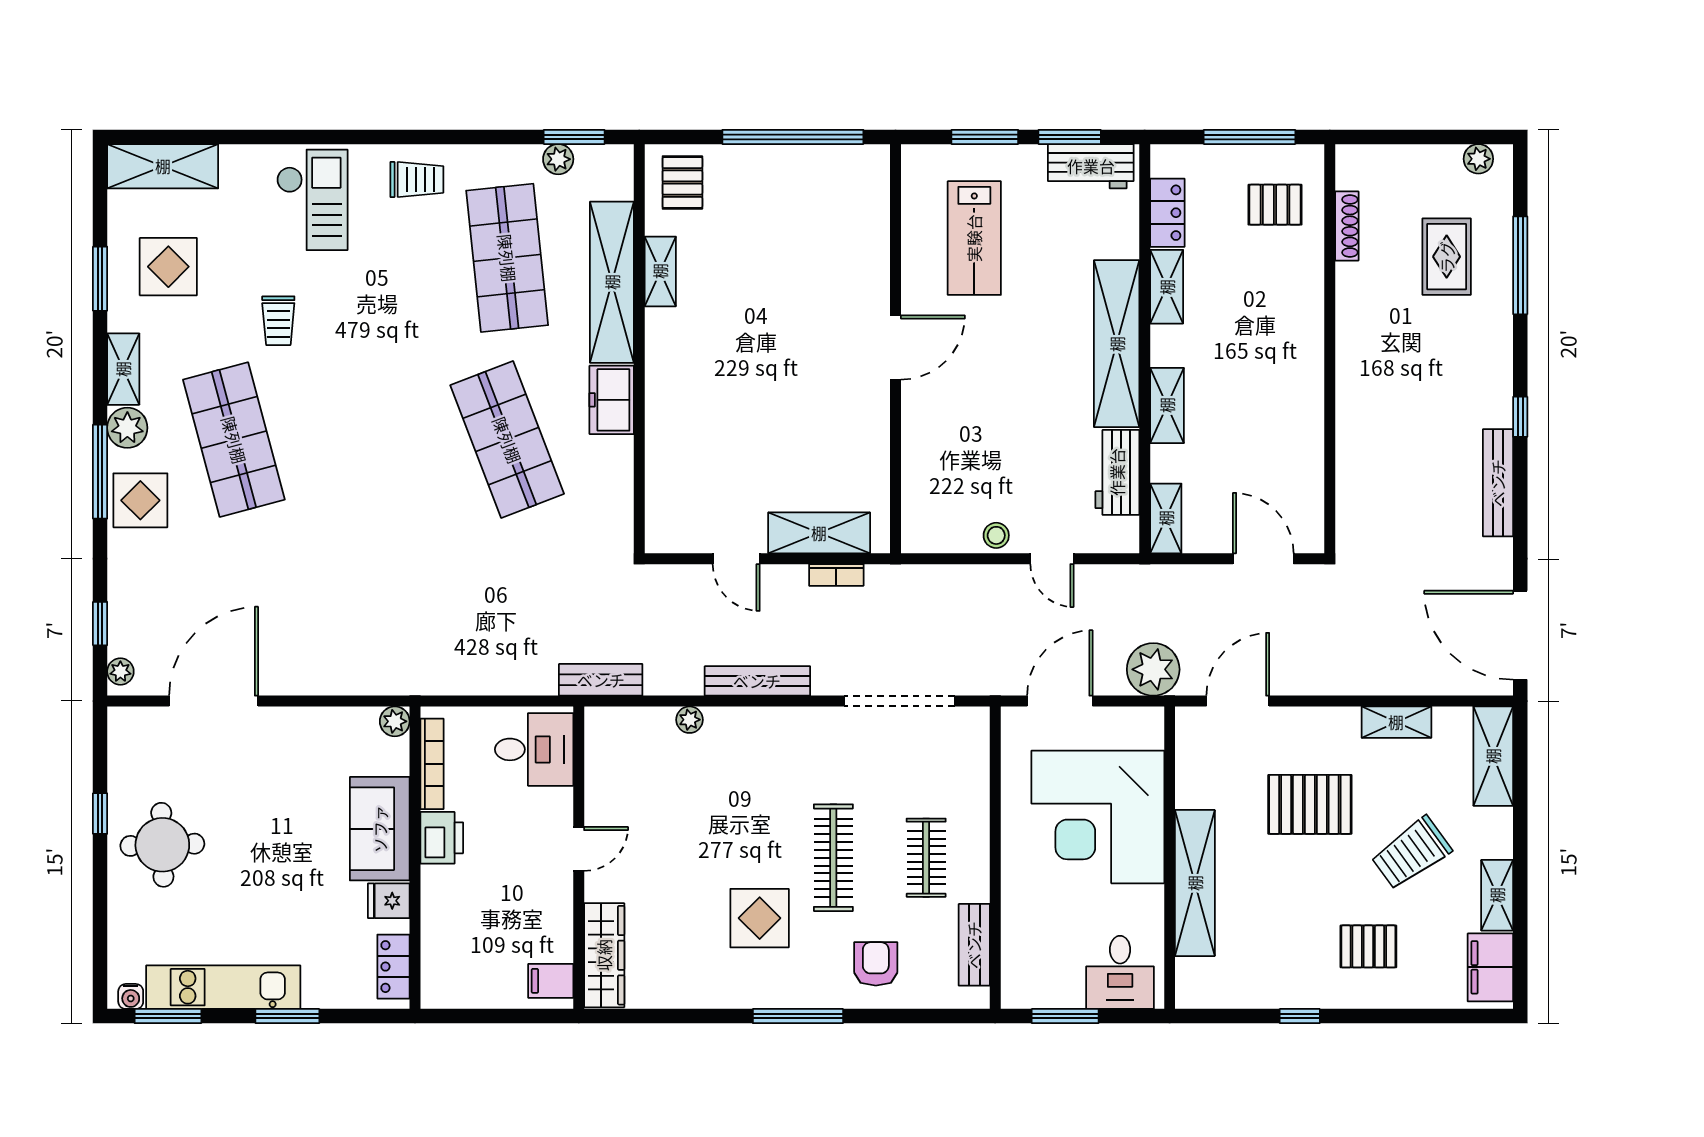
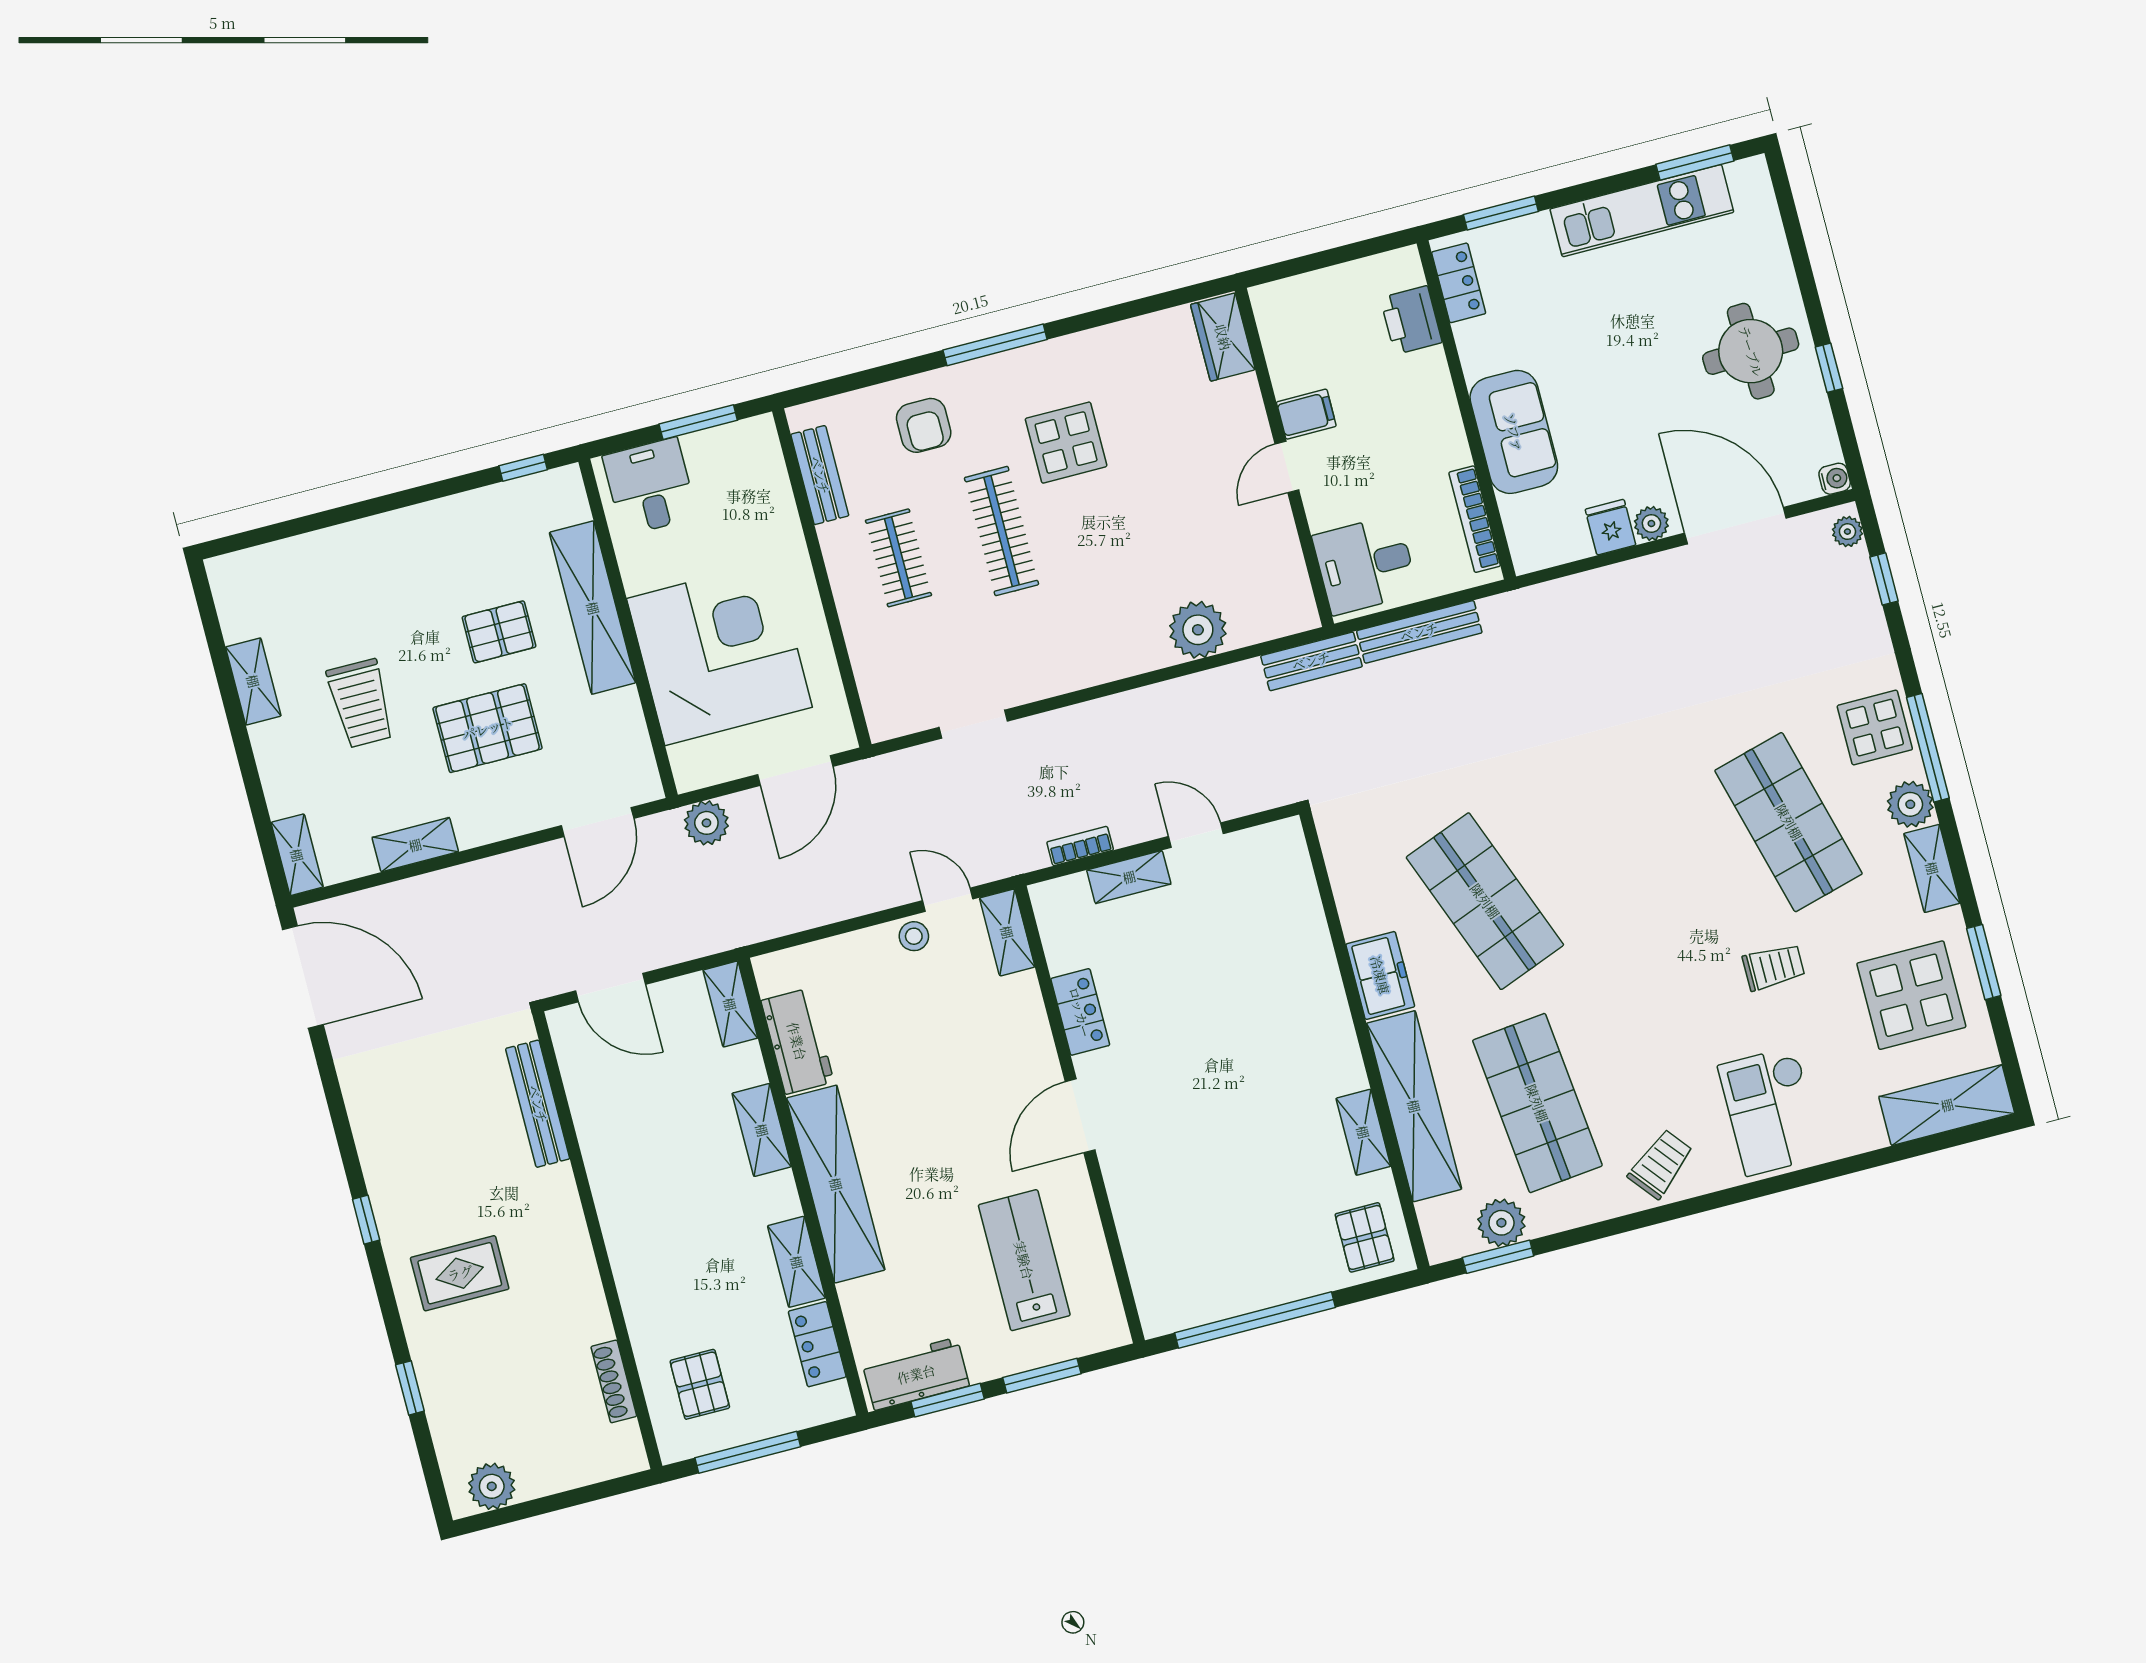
plant: (558, 159) -> (1501, 1223), width x1.38, depth x1.38
plant: (1478, 159) -> (492, 1486), width x1.38, depth x1.38
trolley: (417, 179) -> (1661, 1164), turned 141
pallet: (1275, 205) -> (700, 1384), turned 90
rug: (1447, 257) -> (460, 1273), moved, turned 90
window: (1520, 265) -> (410, 1388), width x0.46
display table: (168, 267) -> (1911, 995), width x1.36, depth x1.36
trolley: (278, 321) -> (1774, 967), turned 90
locker: (873, 435) -> (1080, 1012), added
bench: (1498, 483) -> (538, 1104), moved
shelving: (917, 518) -> (1007, 932), added
shelving: (819, 533) -> (1129, 877), width x0.67, depth x0.75
door: (1052, 559) -> (948, 900), moved
plant: (1153, 669) -> (706, 823), width x0.73, depth x0.73
bench: (757, 681) -> (1419, 632), moved
door: (214, 701) -> (1735, 526), swing flipped
doorway: (900, 701) -> (973, 724), width x0.53
plant: (690, 720) -> (1198, 630), width x1.88, depth x1.88
plant: (395, 721) -> (1651, 523), moved
shelving: (1493, 756) -> (297, 855), width x0.67, depth x0.75
printer: (442, 838) -> (1411, 320), moved
trolley: (1411, 853) -> (361, 703), turned 126
fridge: (389, 901) -> (1610, 527), moved, turned -90
pallet: (1368, 946) -> (499, 632), moved
wardrobe: (604, 955) -> (1223, 337), width x0.67
filing cabinet: (1490, 967) -> (240, 599), removed
filing cabinet: (551, 981) -> (1306, 414), moved
water cooler: (131, 996) -> (1835, 479), moved, turned 90
window: (287, 1016) -> (1501, 213), moved
window: (1300, 1016) -> (523, 468), moved

